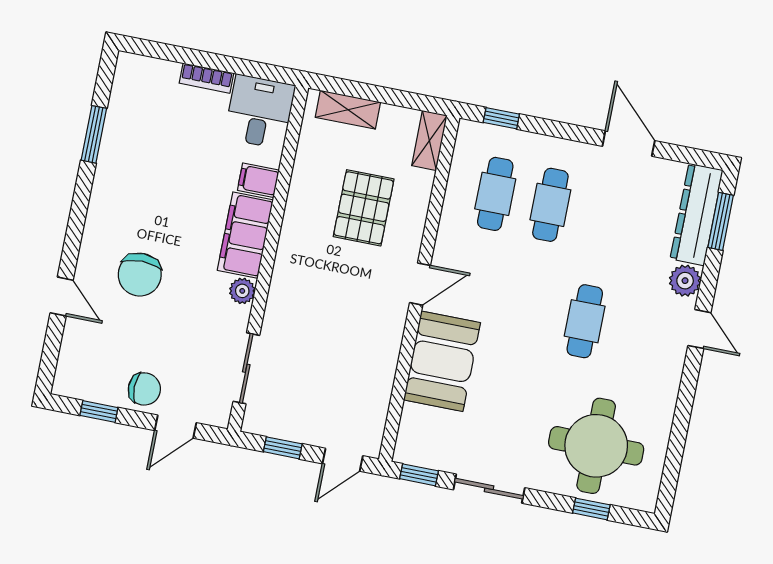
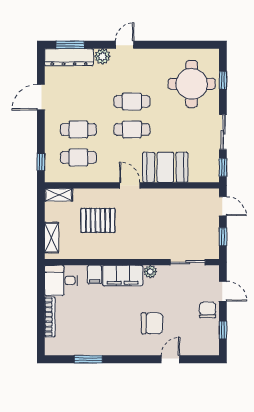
bookcase: (206, 78) -> (50, 317), width x1.56
cafe table: (530, 310) -> (132, 129), added

